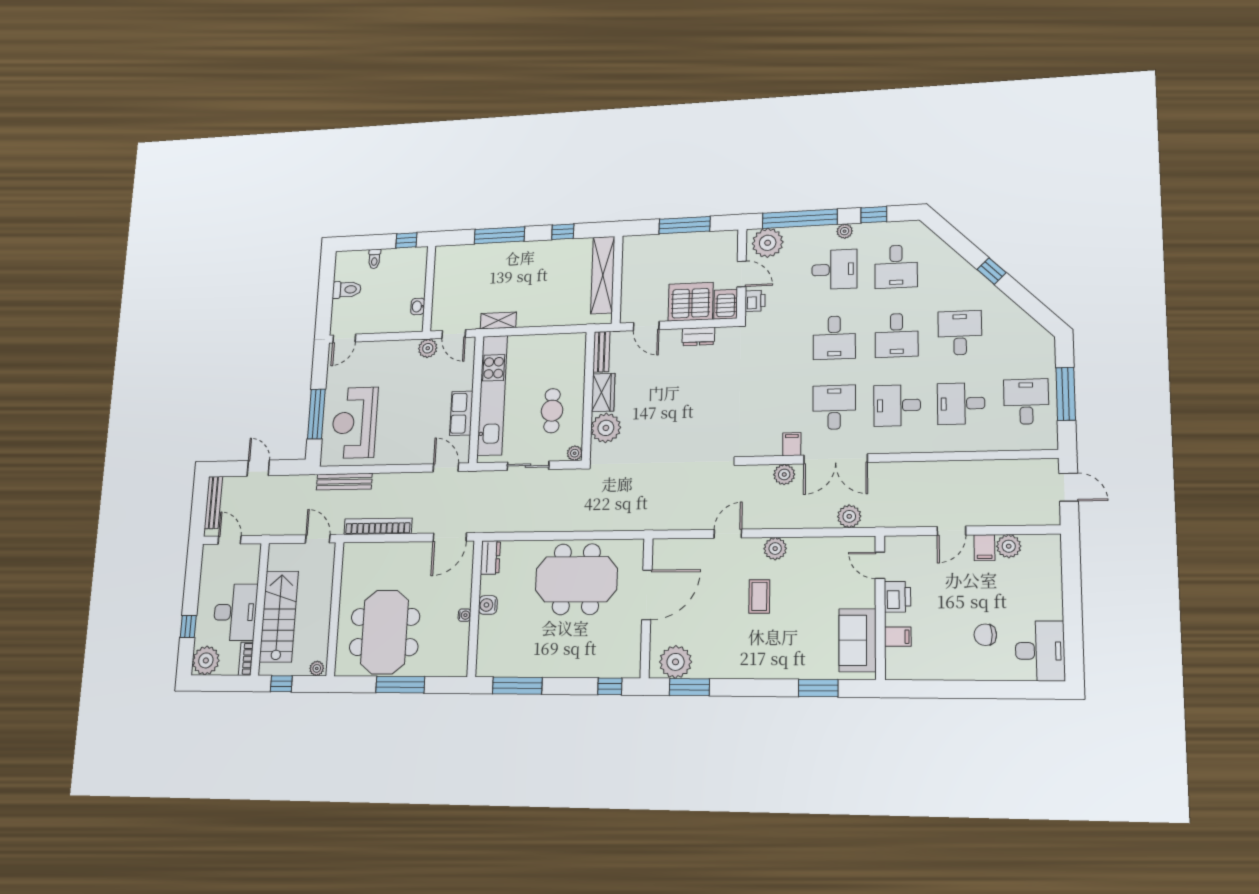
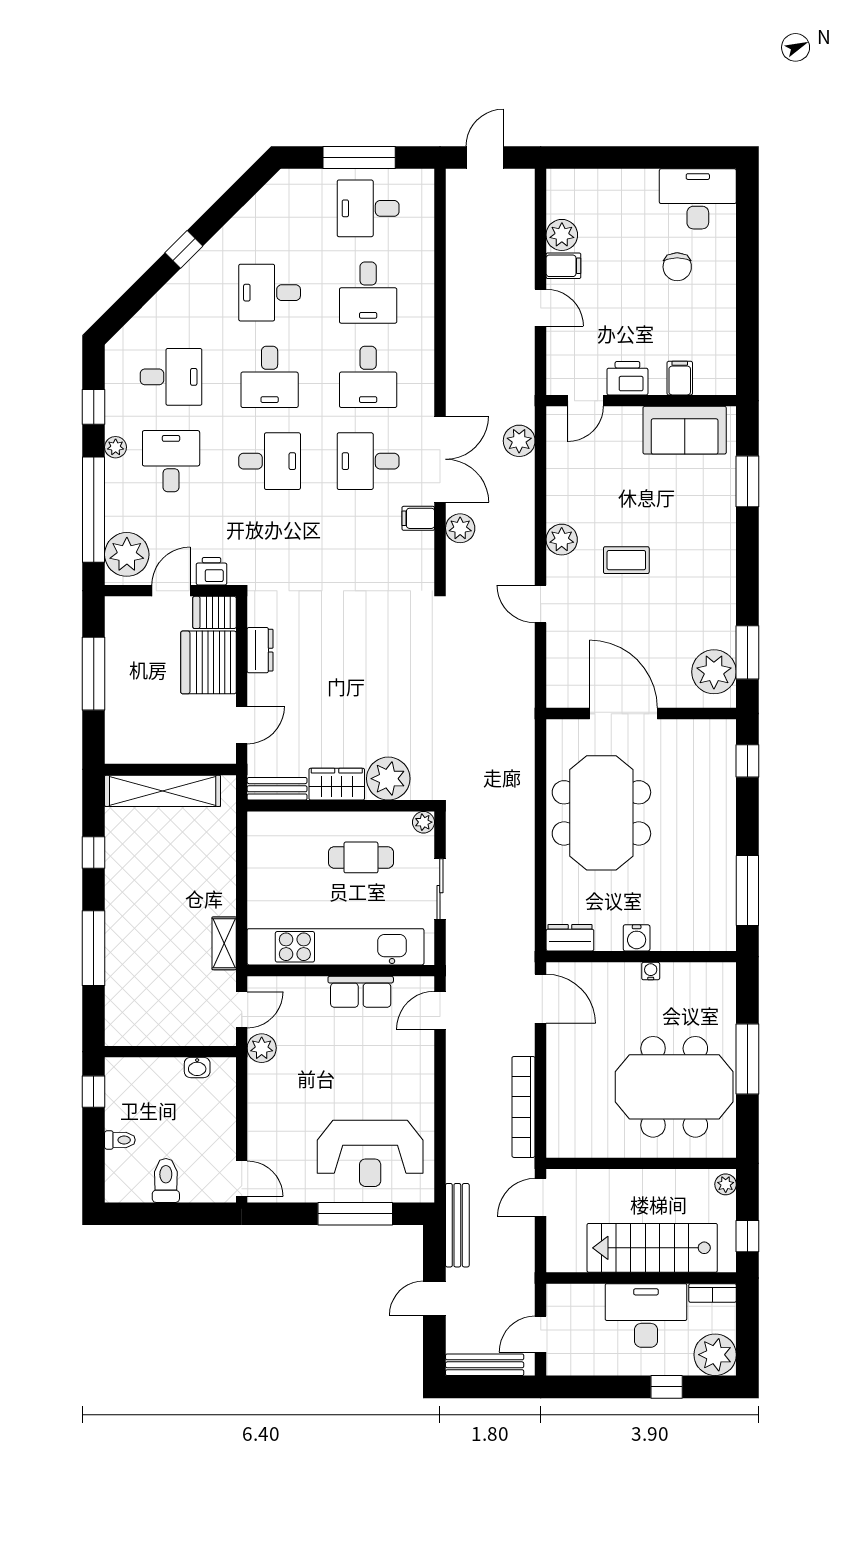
desk: (897, 335) -> (270, 377), turned 90
bench: (344, 482) -> (457, 1225), moved

